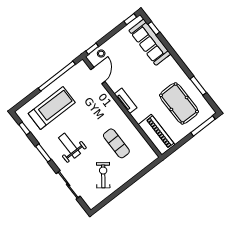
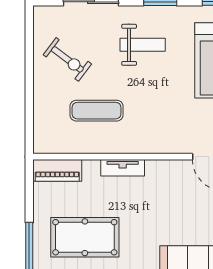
tv unit: (126, 101) -> (123, 168), moved
piano: (156, 135) -> (57, 170), width x0.73, depth x0.75

